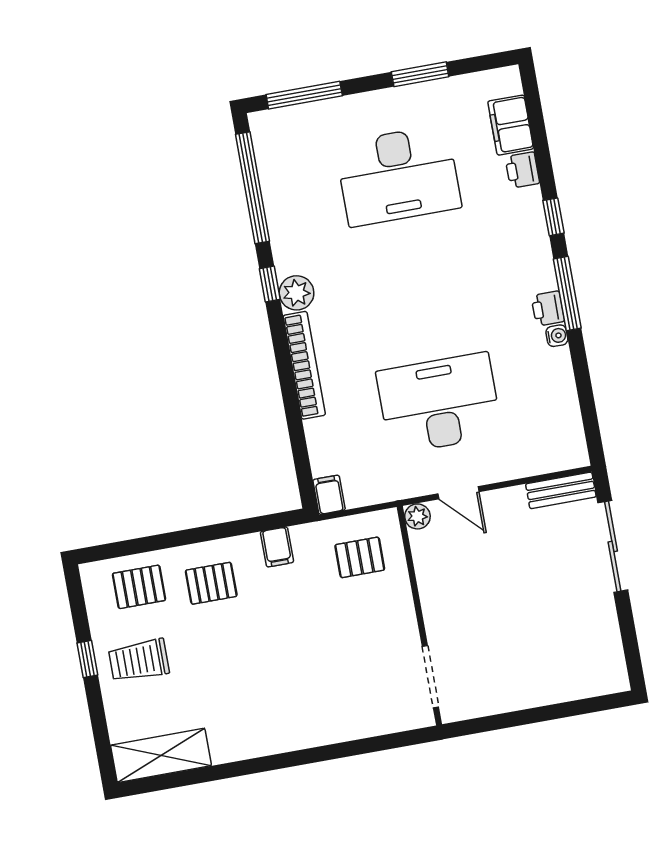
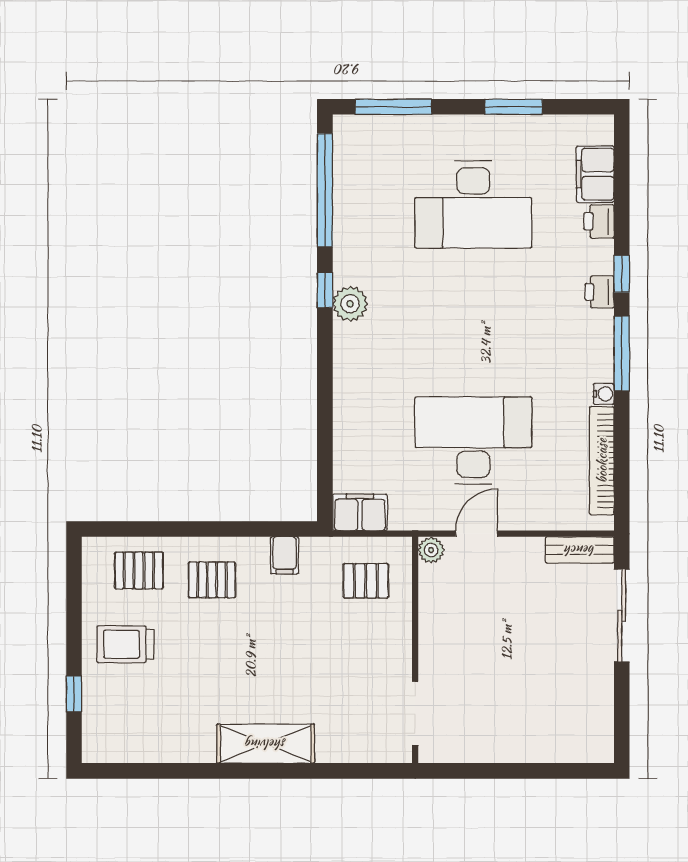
printer: (548, 309) -> (599, 292), moved
bookcase: (304, 365) -> (602, 461), moved, turned 180
door: (458, 493) -> (477, 534), swing flipped
filing cabinet: (329, 495) -> (360, 512), width x2.00
window: (87, 659) -> (74, 694), moved
shelving: (161, 755) -> (266, 744), moved

